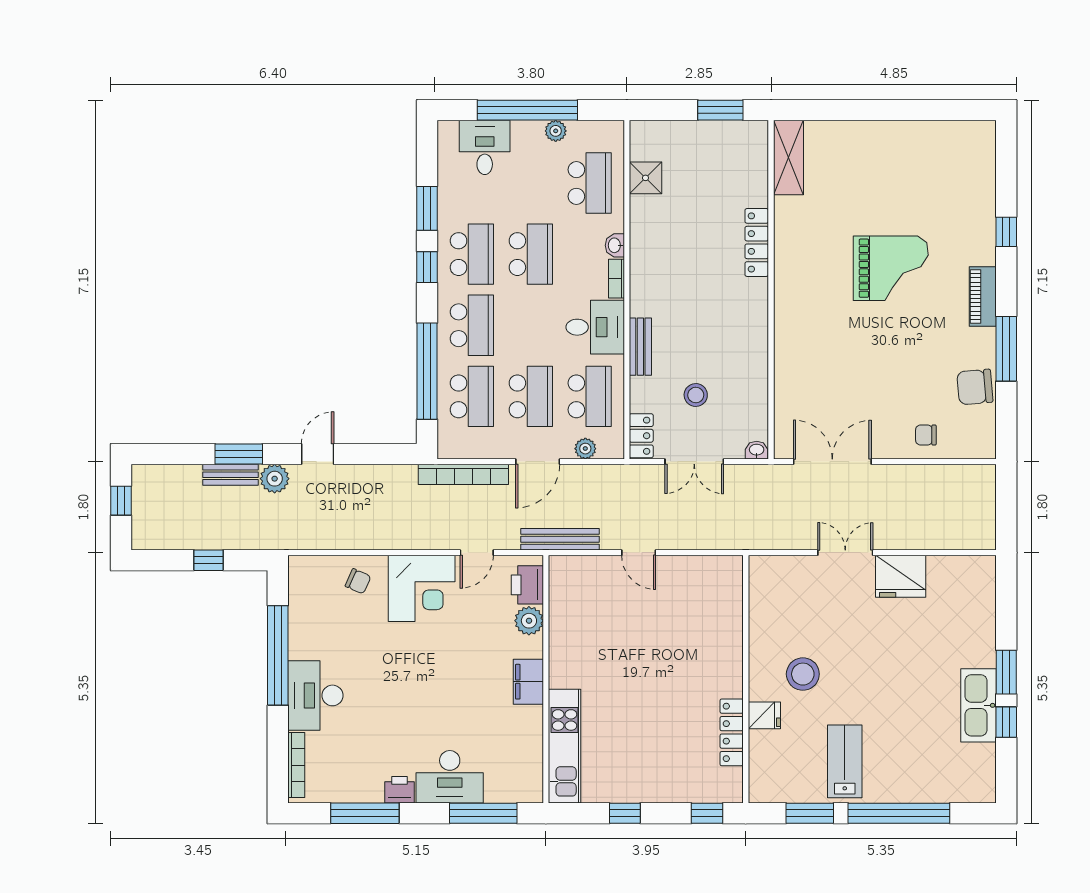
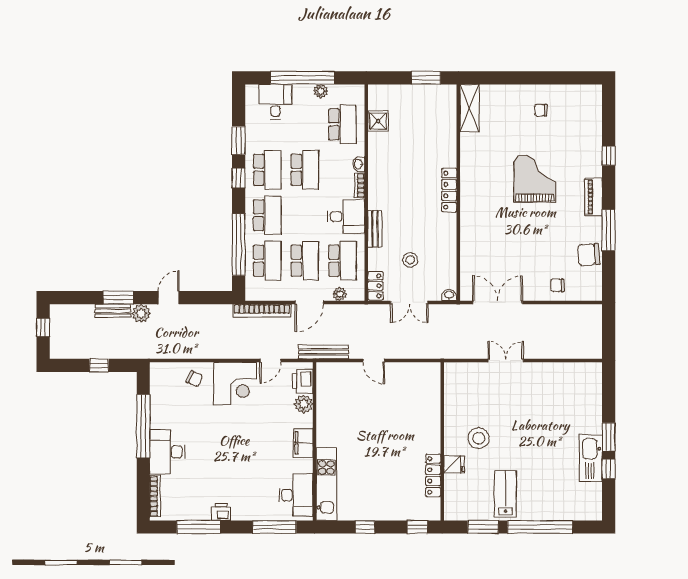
chair: (900, 161) -> (541, 110), added
locker: (757, 242) -> (449, 190), moved
grand piano: (891, 268) -> (535, 179), turned -90
fridge: (901, 576) -> (541, 376), removed
desk: (450, 777) -> (296, 495), moved, turned -90

